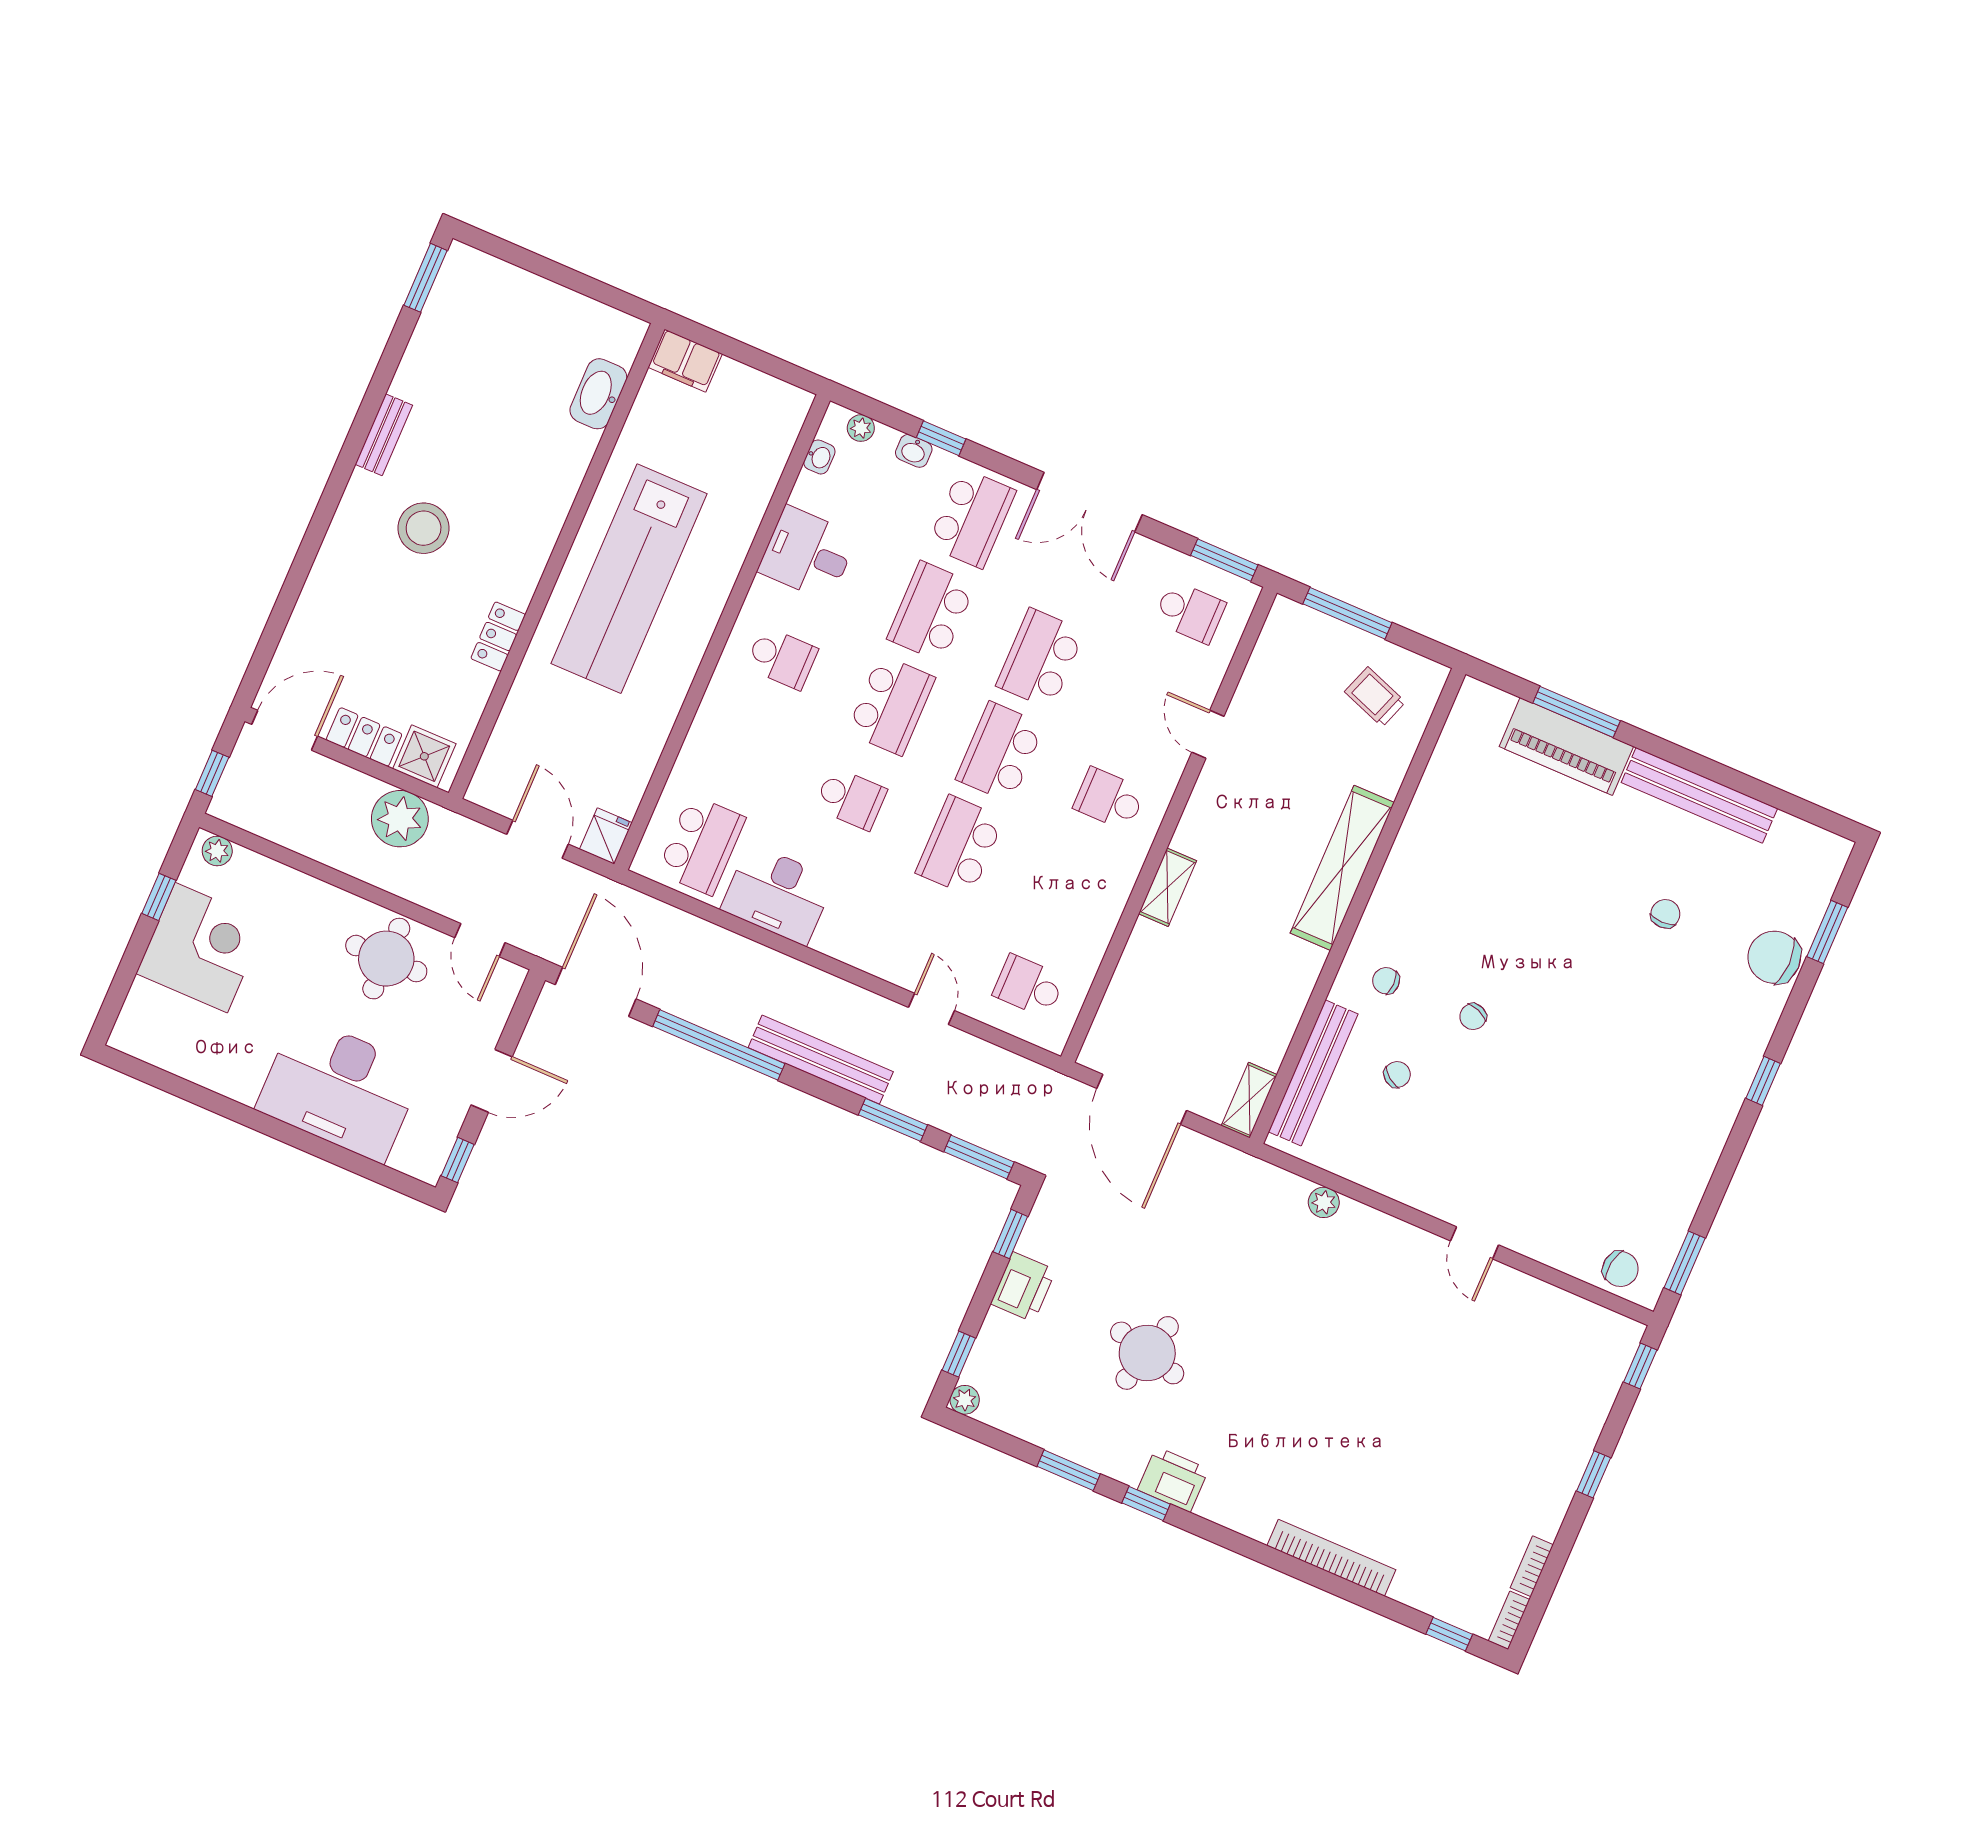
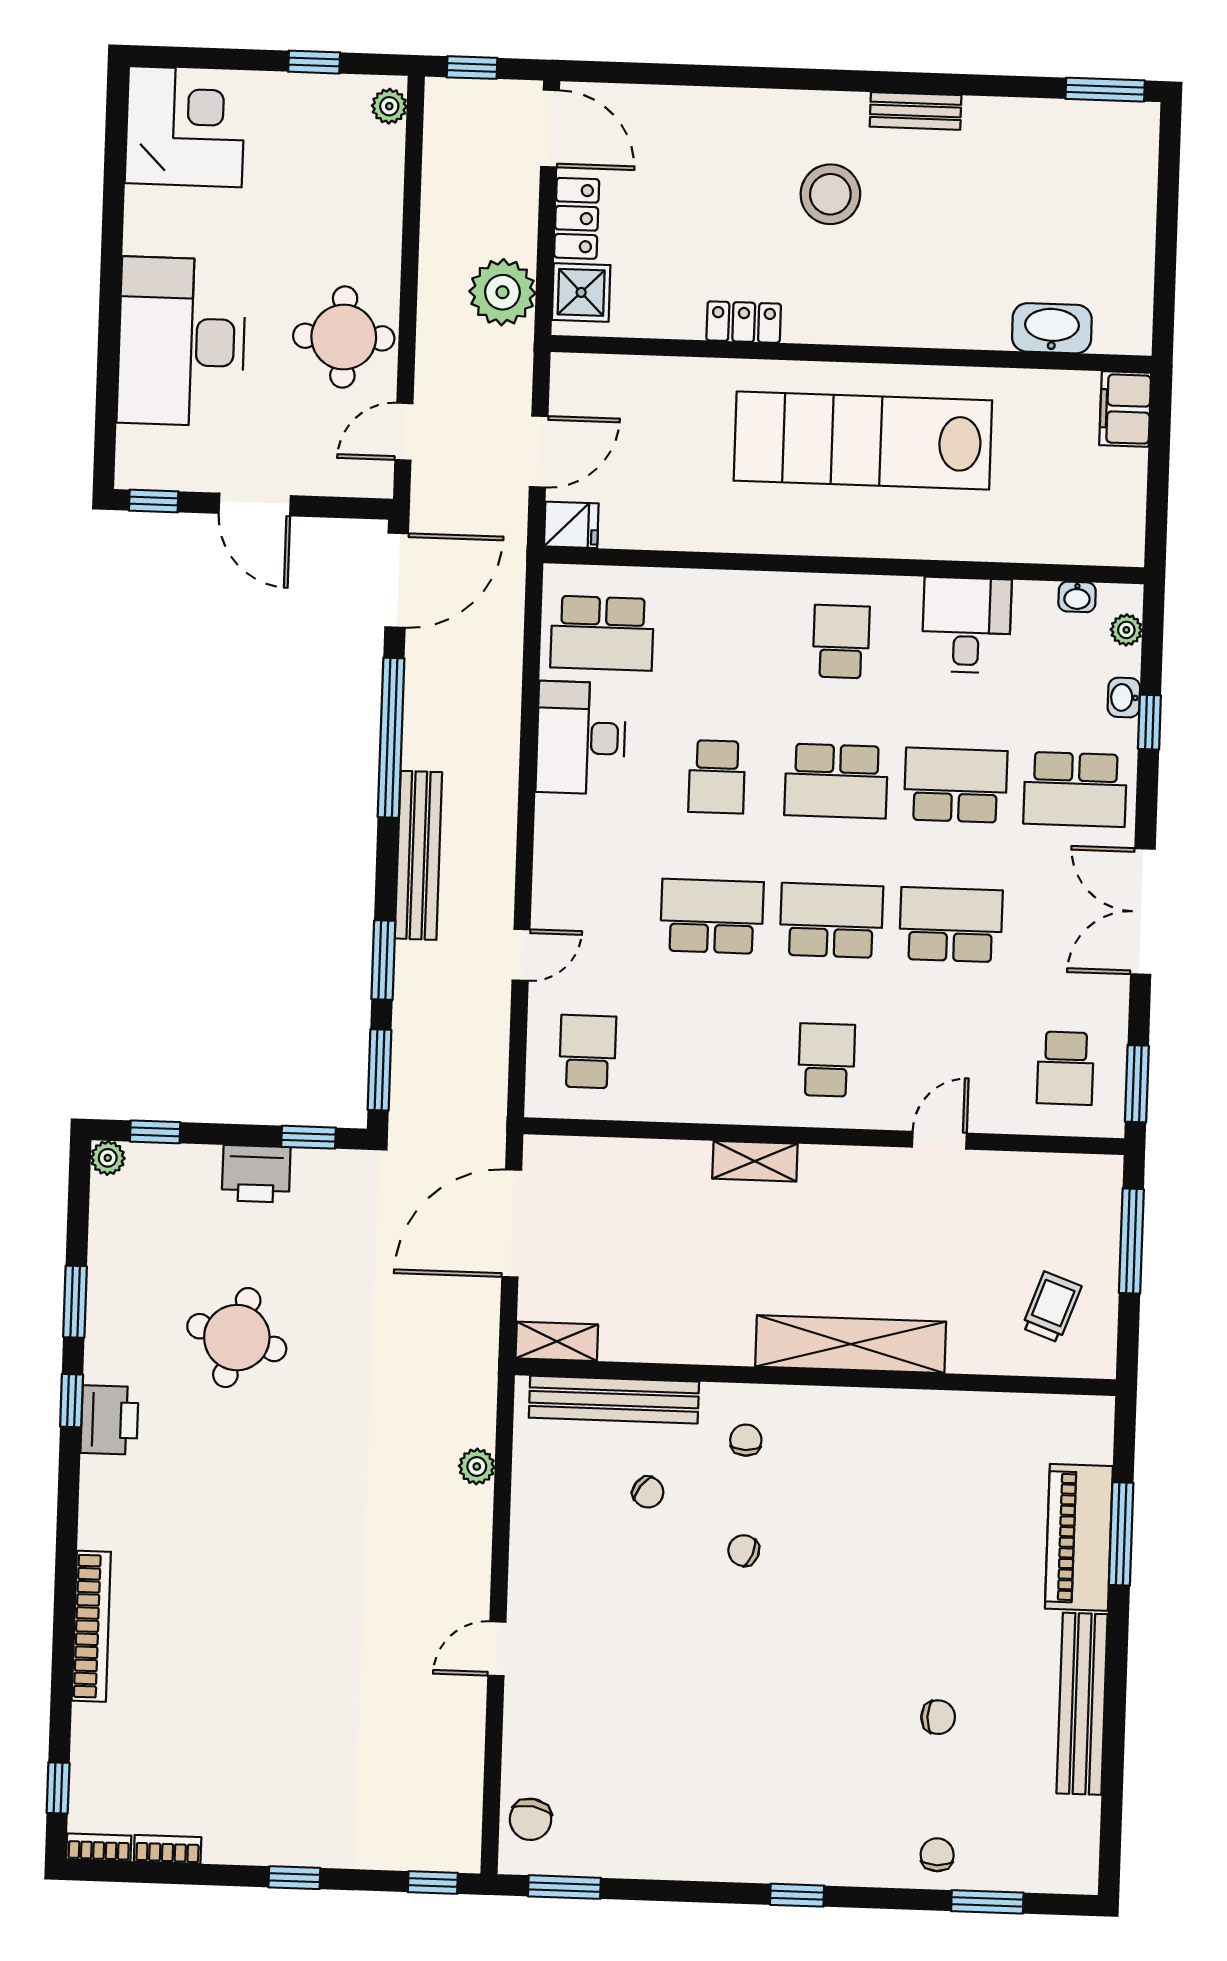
school desk: (782, 658) -> (841, 642), turned 180
corner desk: (201, 948) -> (185, 127), moved, turned -90
chair: (1774, 957) -> (937, 1855), width x0.54, depth x0.54

